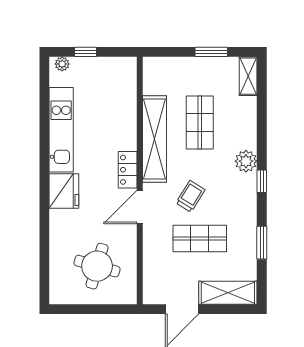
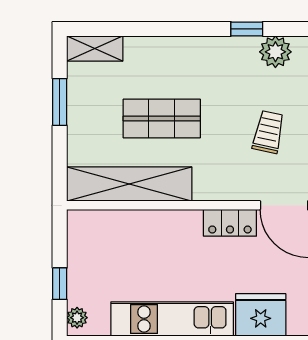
shelving: (154, 139) -> (129, 184), moved
plant: (246, 161) -> (275, 52), moved
trolley: (190, 196) -> (268, 132), turned 70

